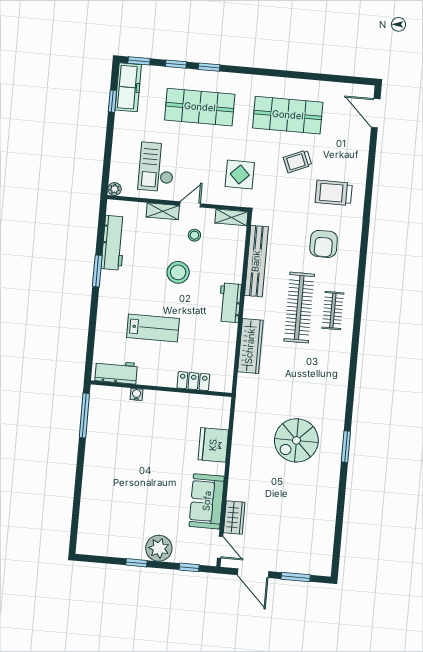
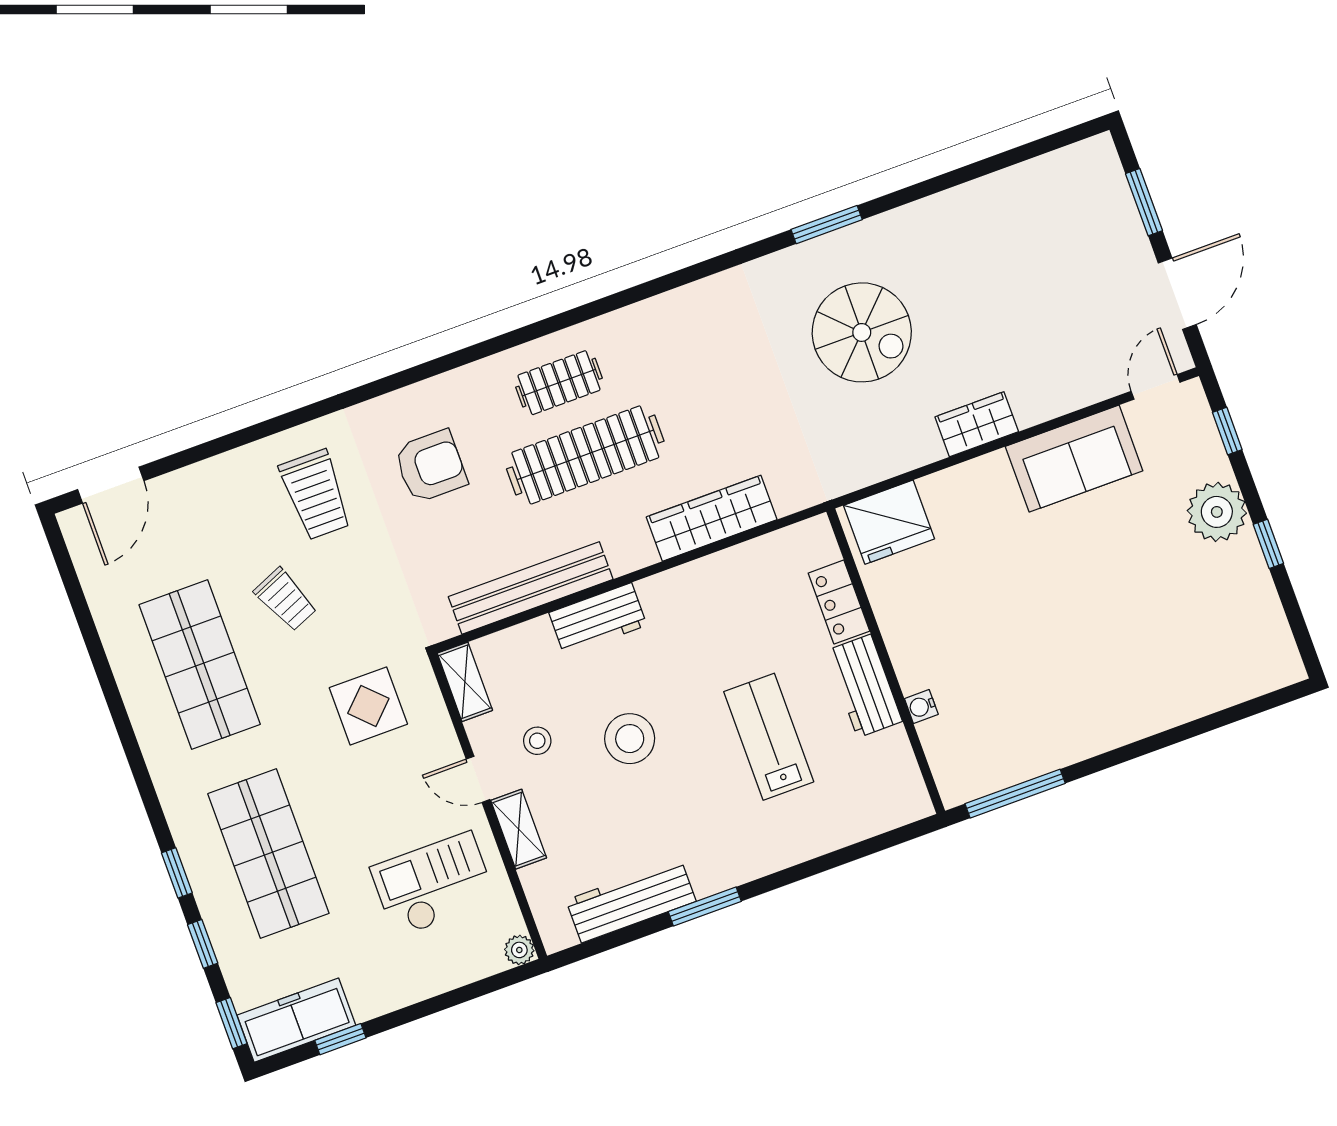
checkout: (157, 167) -> (433, 885), turned 180
workbench: (230, 303) -> (598, 619), moved
workbench: (116, 372) -> (864, 686), moved
fridge: (213, 445) -> (889, 522), moved
wardrobe: (234, 517) -> (977, 424), moved

